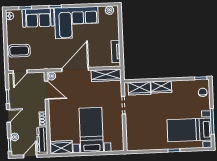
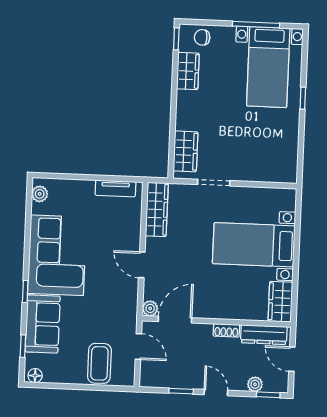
door: (75, 69) -> (142, 265), width x0.53
door: (20, 72) -> (138, 347), moved
wardrobe: (161, 87) -> (188, 71), moved

